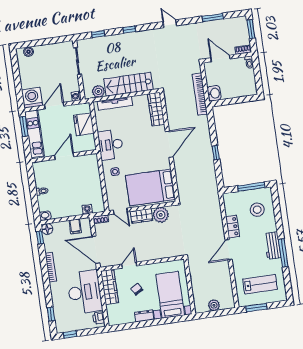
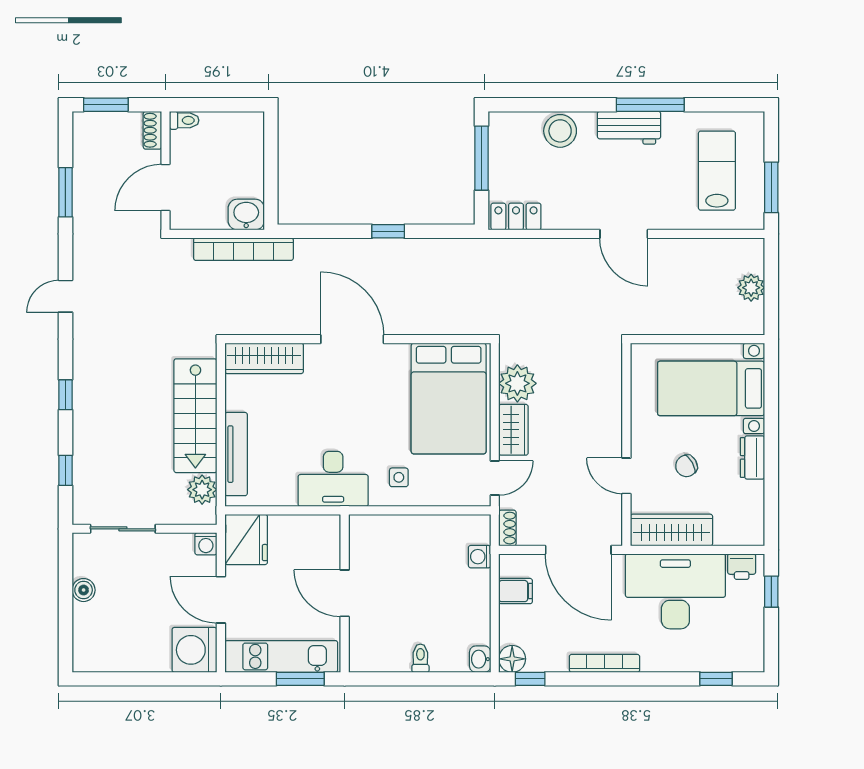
boiler: (28, 52) -> (84, 590), moved
fridge: (84, 124) -> (246, 539), moved, turned -90
window: (24, 126) -> (300, 679), moved
stool: (257, 210) -> (560, 131), moved
locker: (232, 227) -> (516, 217), moved
door: (96, 250) -> (578, 550), hinge flipped
window: (70, 334) -> (771, 592), moved

